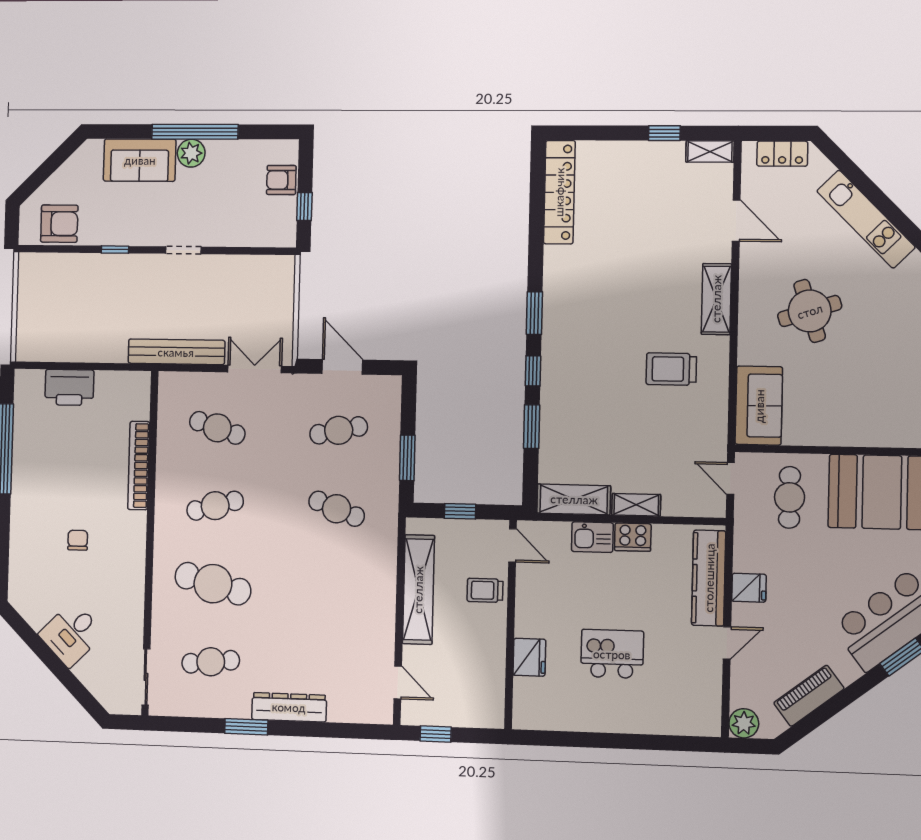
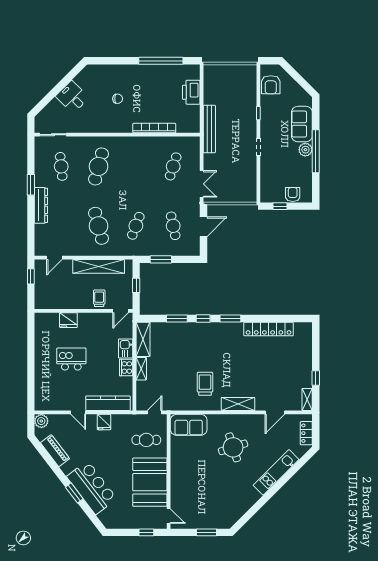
locker: (559, 192) -> (269, 329), moved
bench: (176, 352) -> (209, 129), moved
cafe table: (215, 506) -> (99, 226), moved, width x1.37, depth x1.35
kitchen island: (612, 654) -> (71, 359), turned -90

